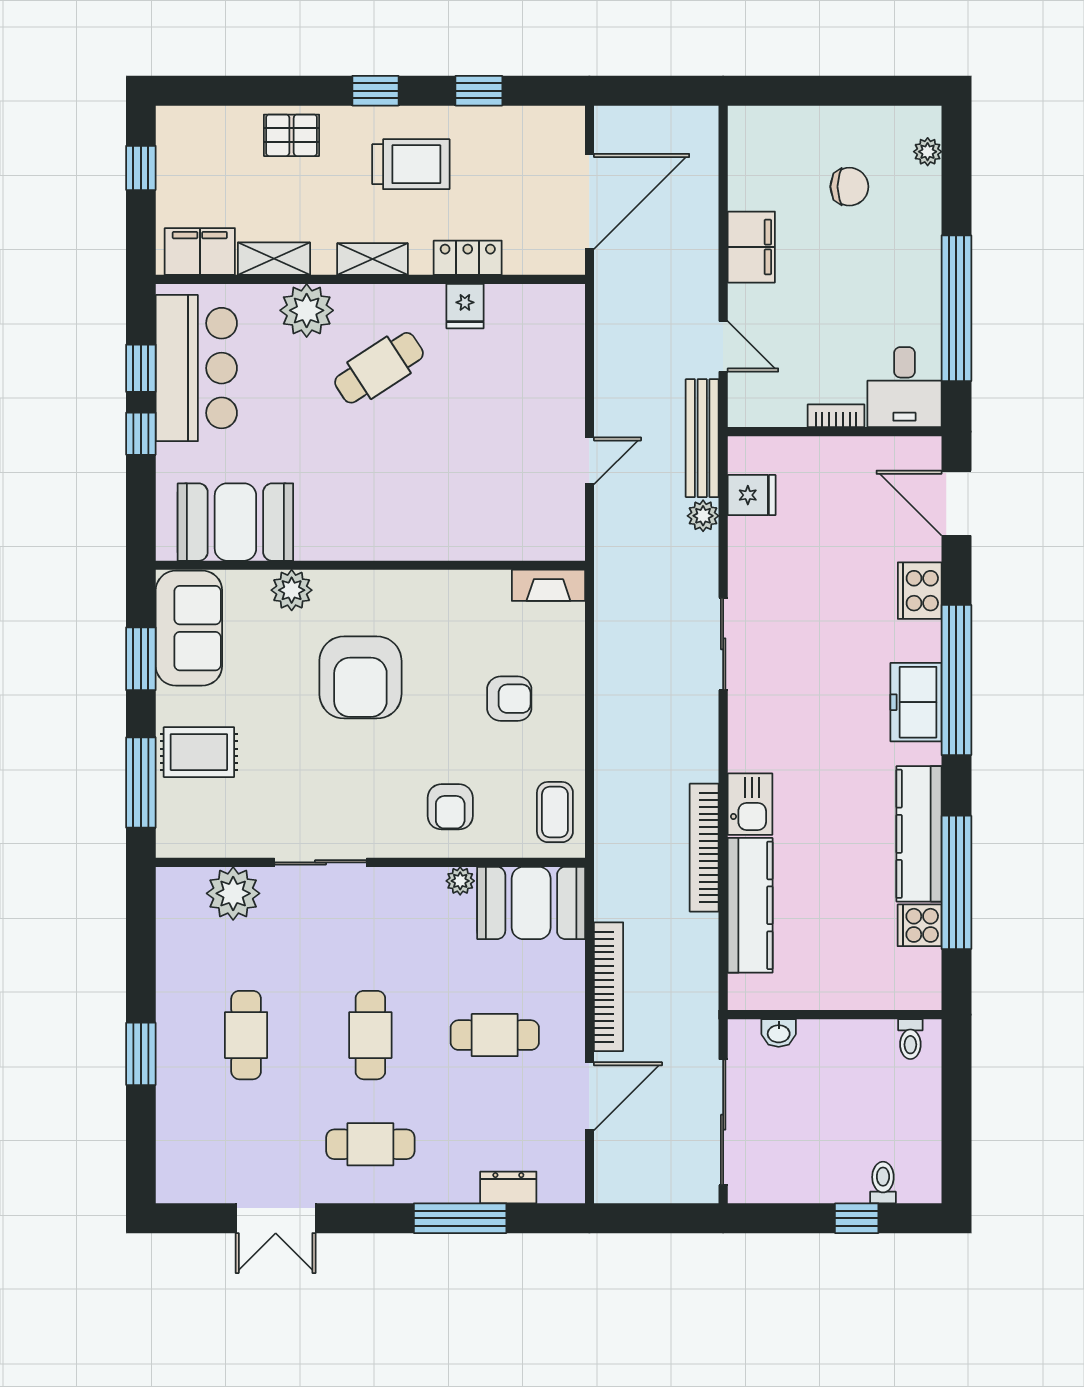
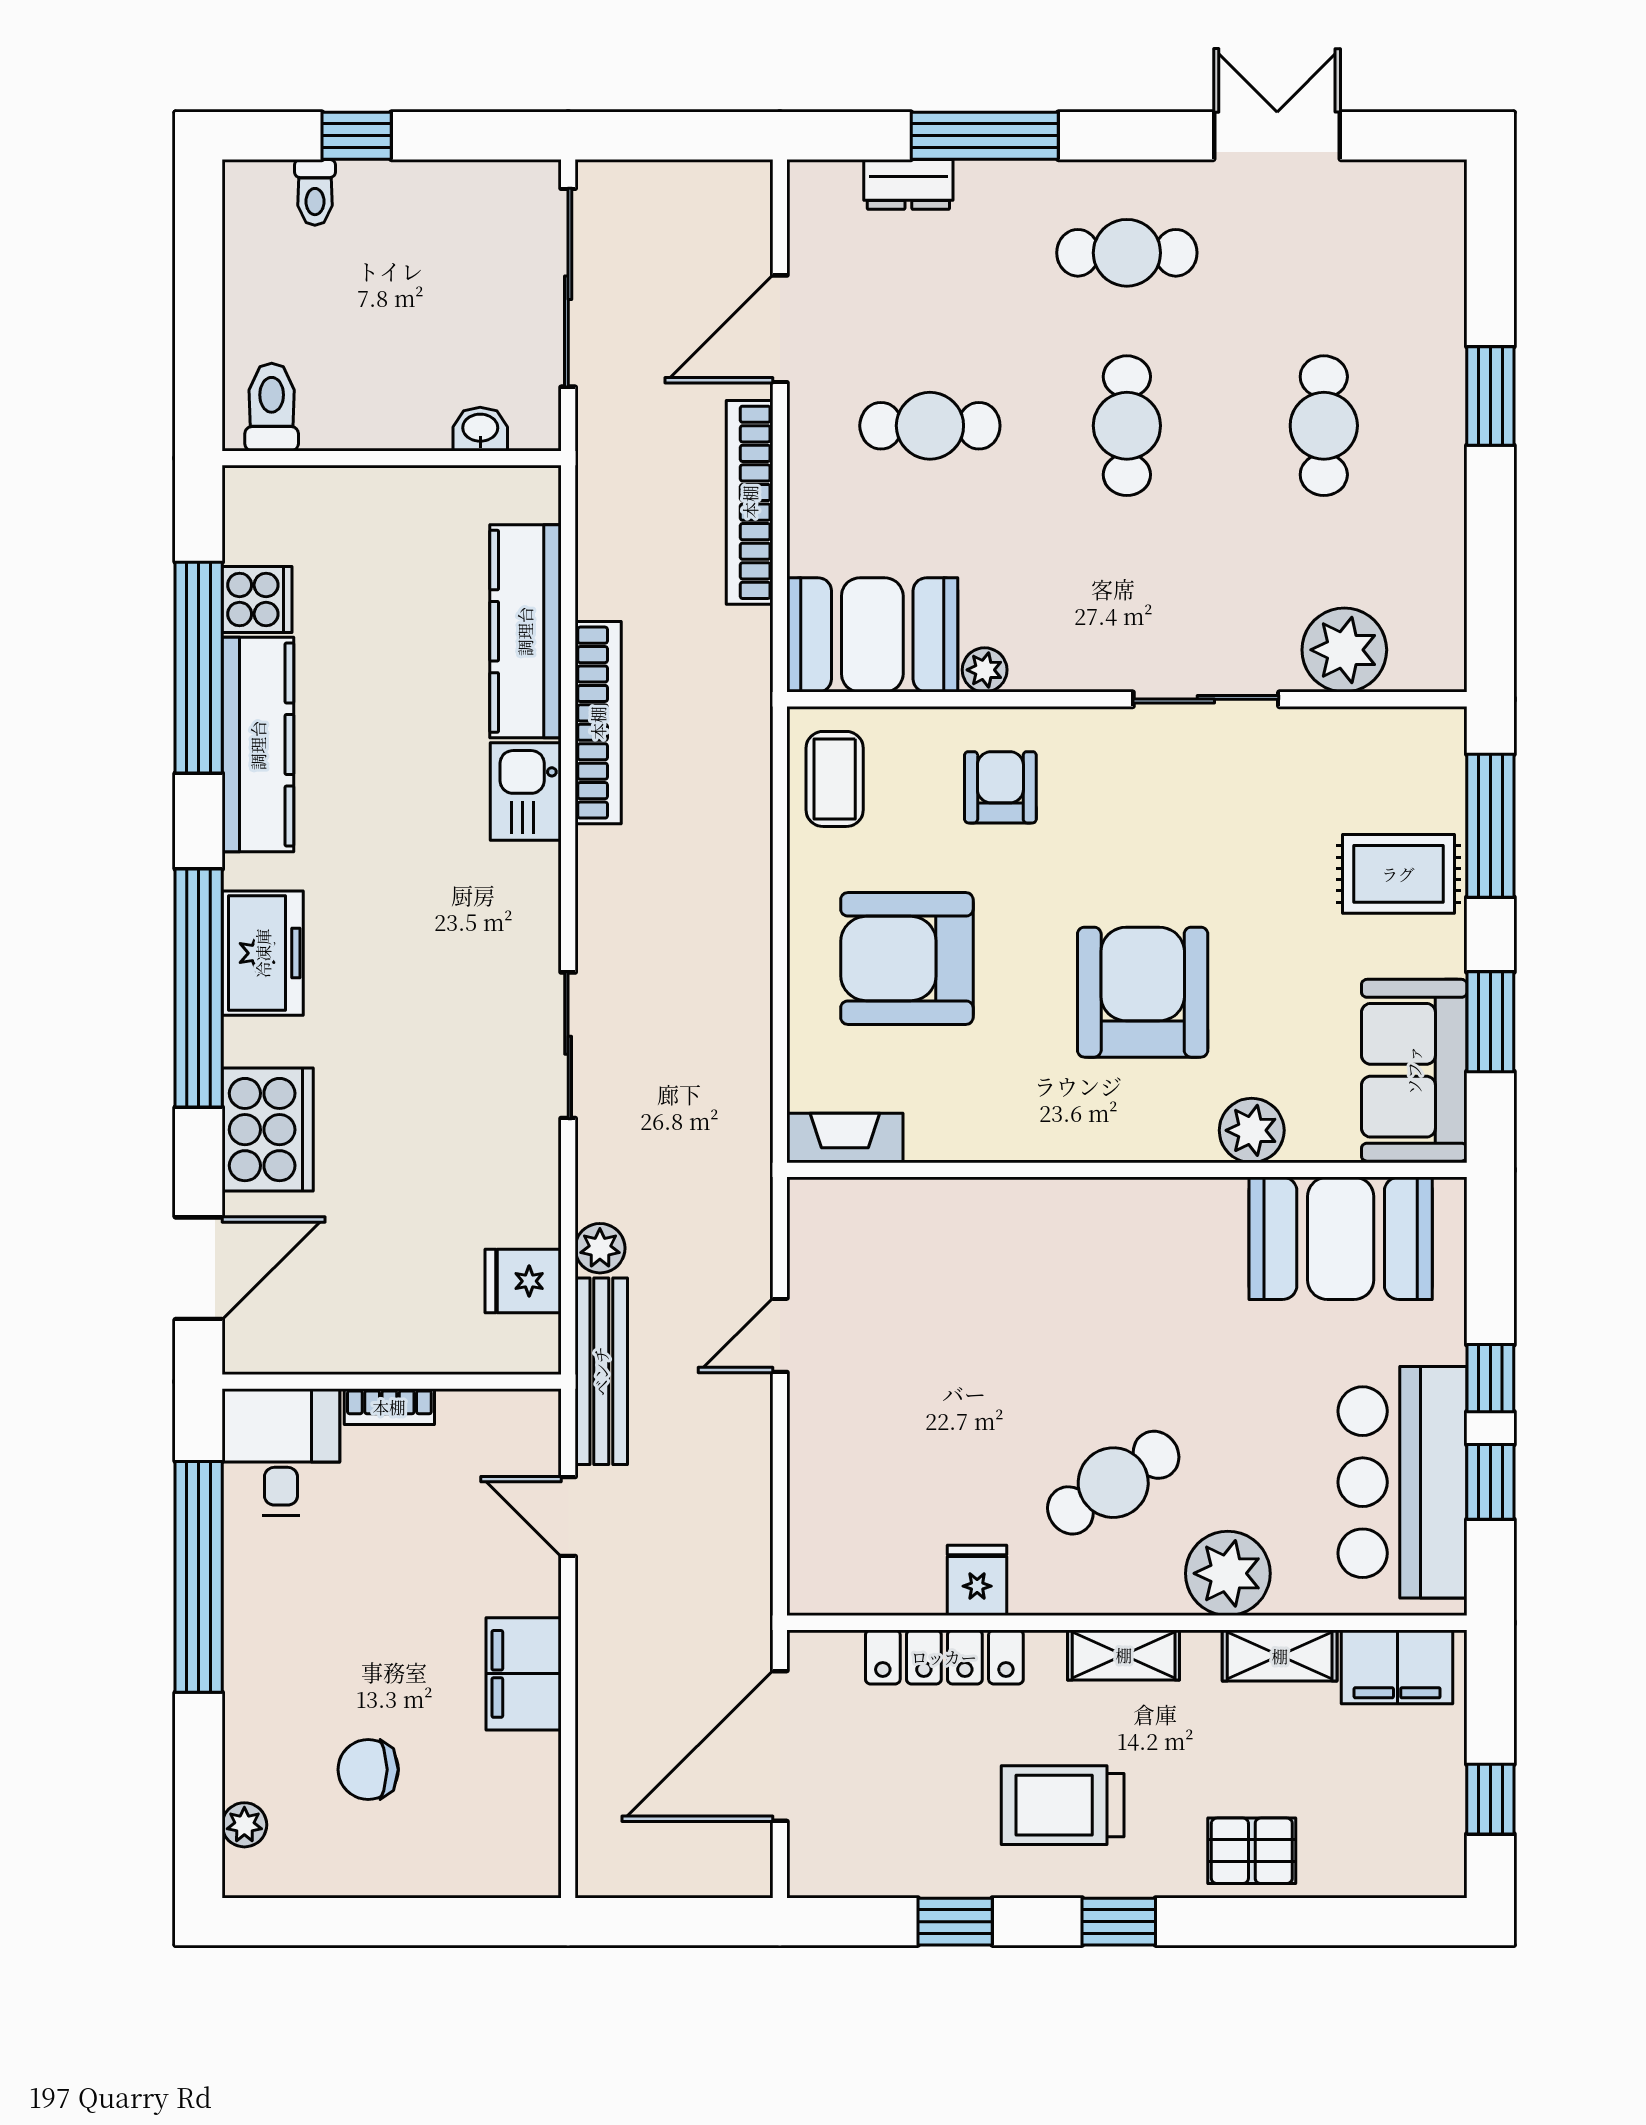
locker: (468, 258) -> (944, 1657), width x1.53
door: (956, 503) -> (199, 1268), hinge flipped
cooker: (920, 591) -> (268, 1130), width x1.37, depth x1.31
armchair: (509, 699) -> (907, 958), width x1.88, depth x1.88
toilet: (910, 1039) -> (272, 407), width x1.37, depth x1.39

